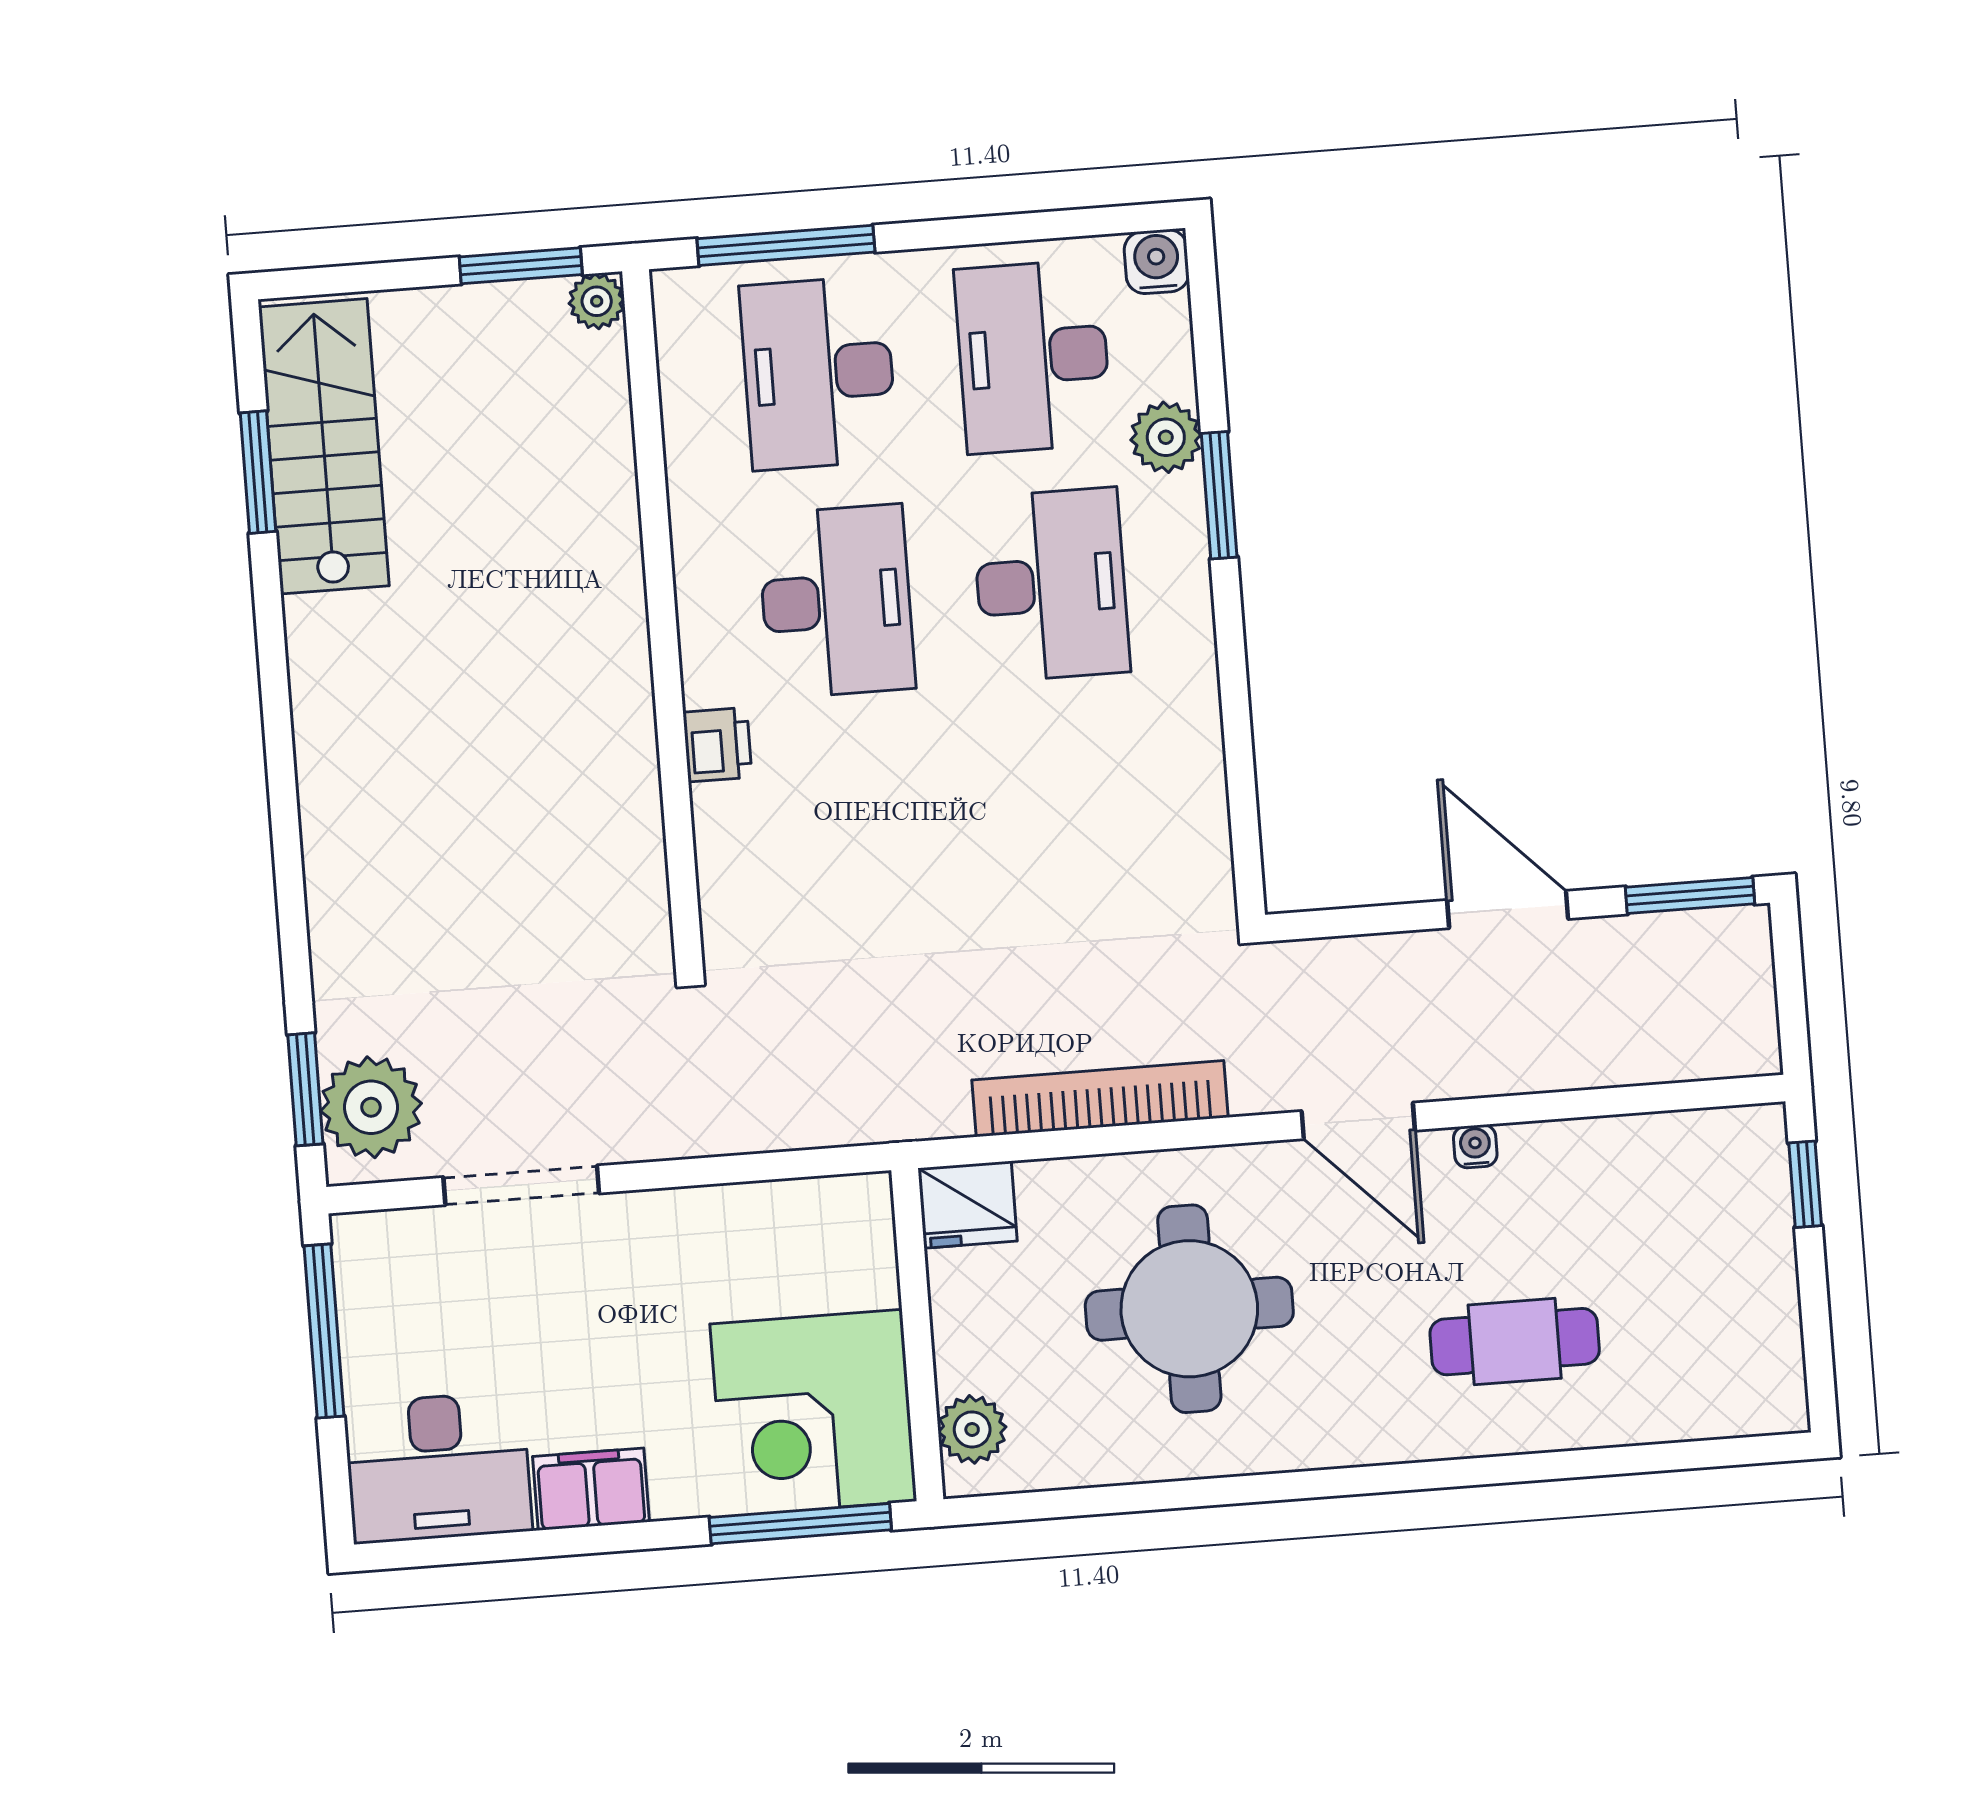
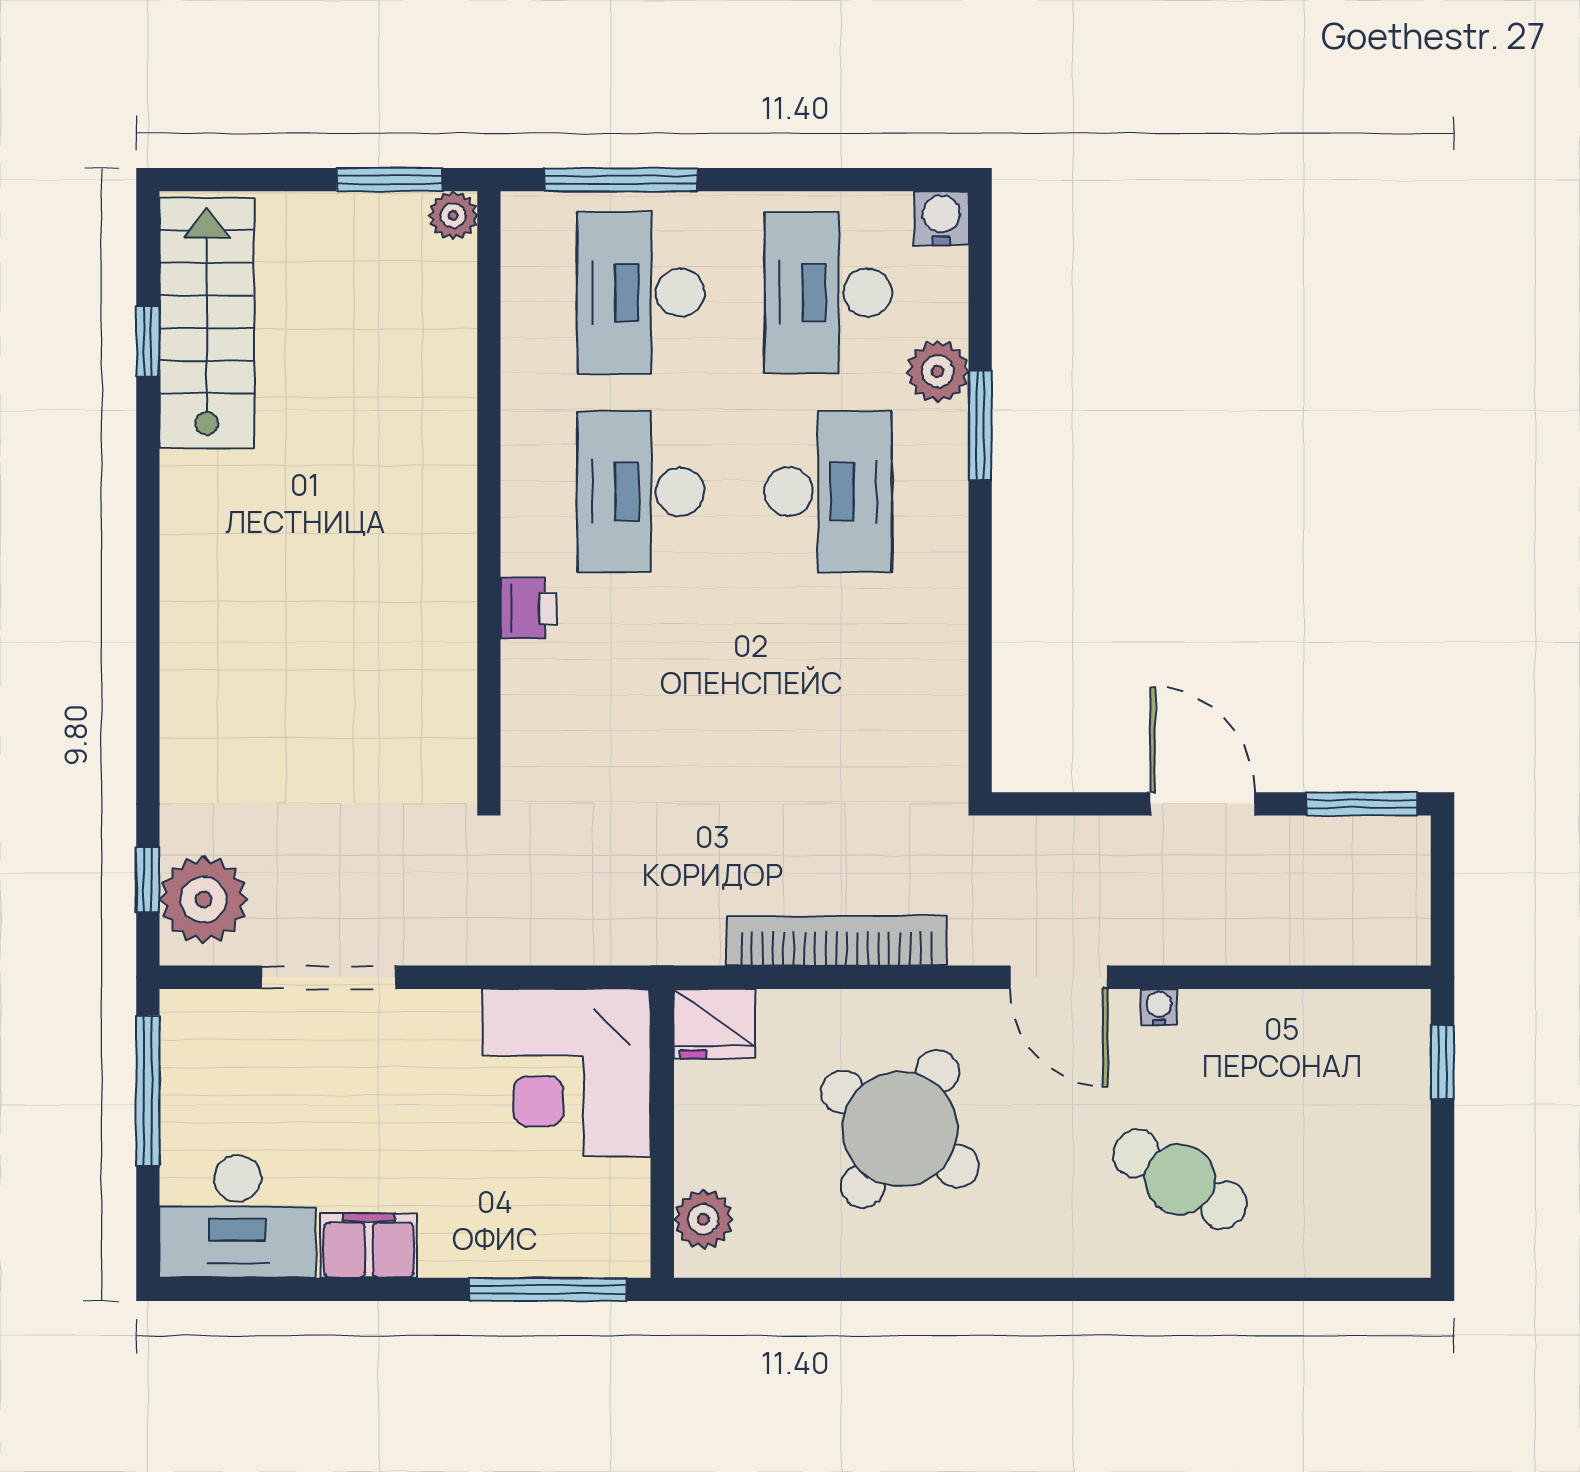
window: (258, 472) -> (148, 341), width x0.67
desk: (836, 601) -> (641, 492), turned 180
window: (305, 1089) -> (148, 880), width x0.67
round table: (1189, 1309) -> (900, 1129), turned 33
cafe table: (1515, 1342) -> (1180, 1179), turned 31
corner desk: (813, 1413) -> (567, 1073), moved

